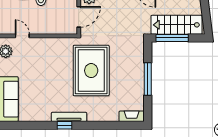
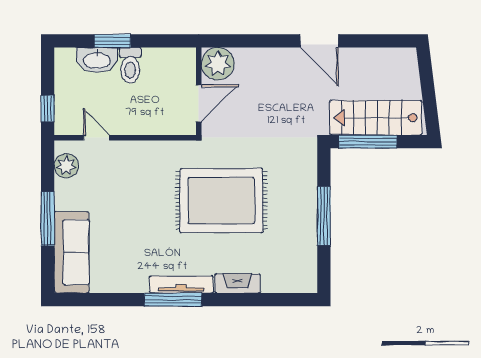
rug: (91, 71) -> (221, 201), turned 90
fireplace: (132, 116) -> (237, 283), moved
window: (64, 125) -> (173, 300), width x2.17

